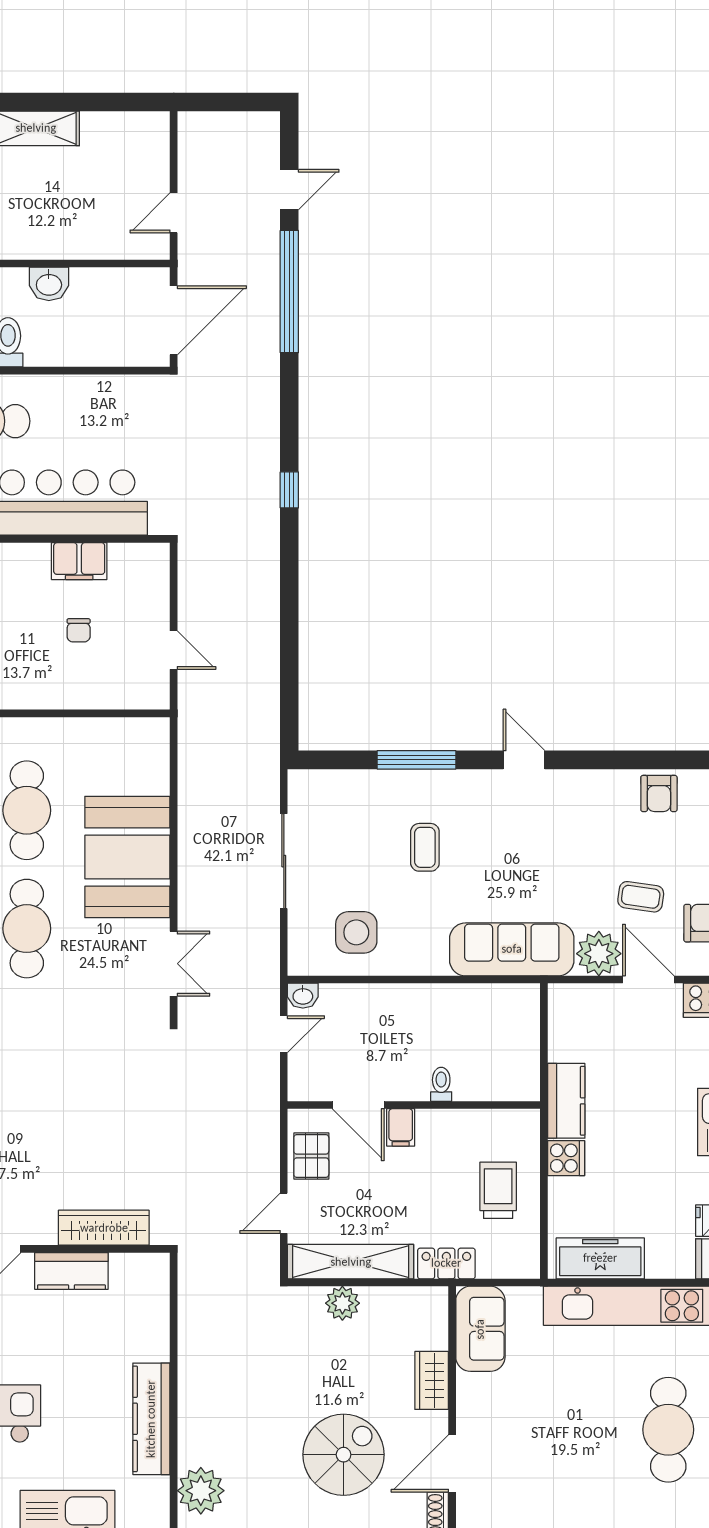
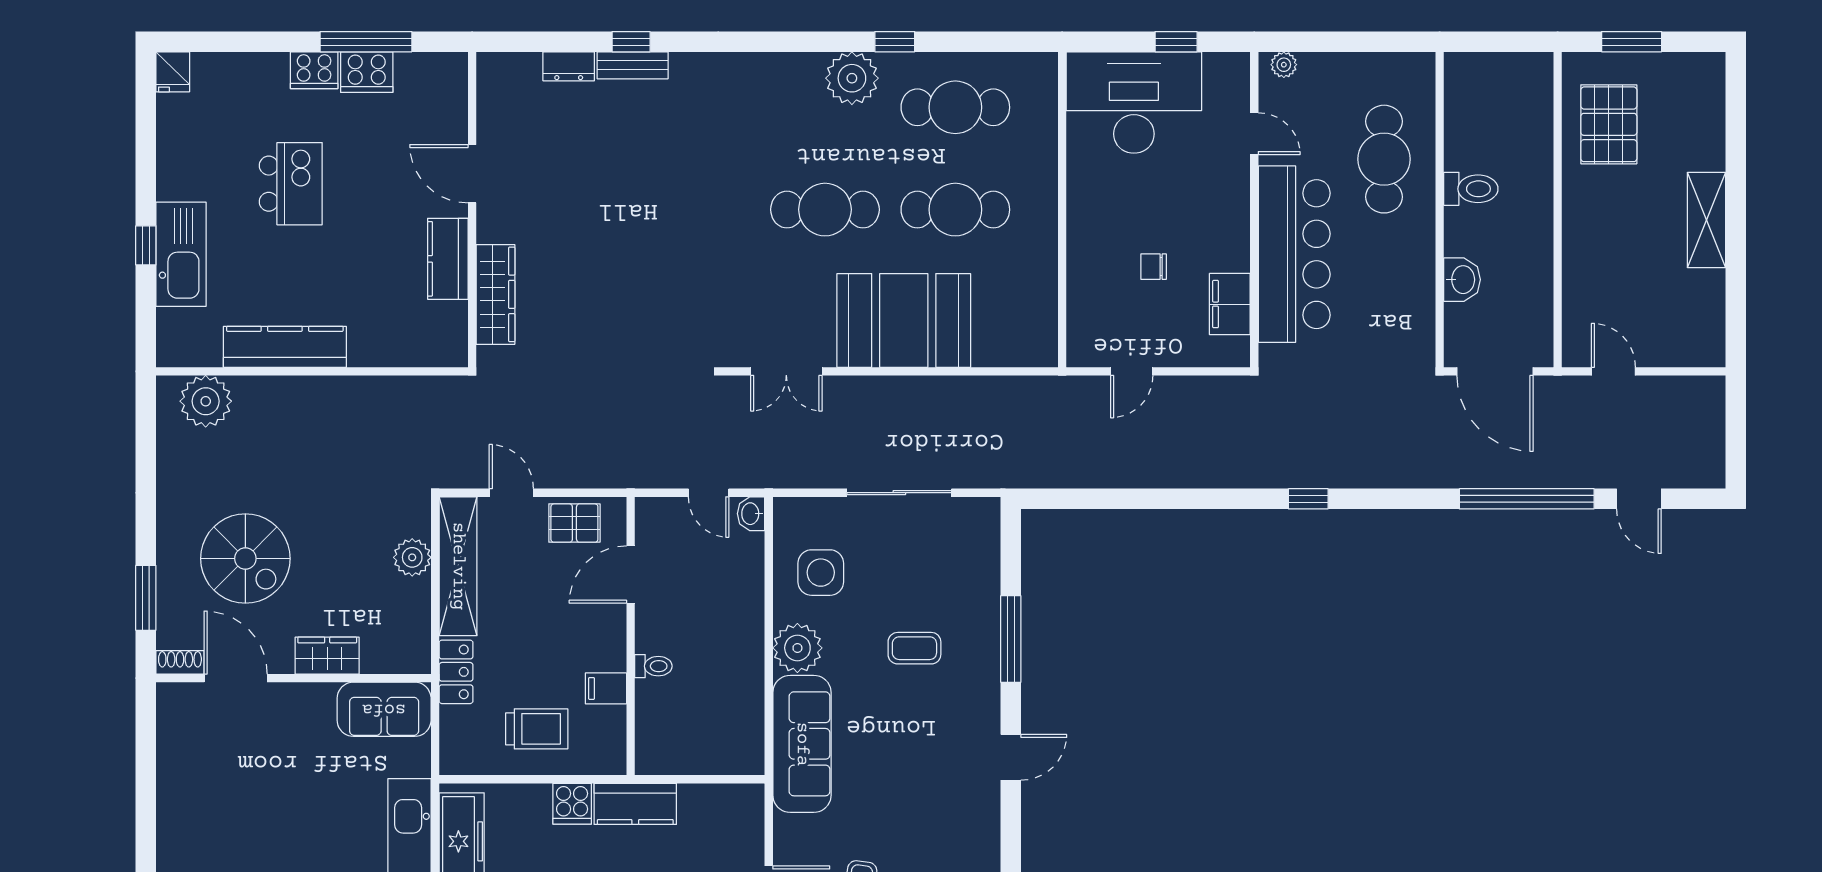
washbasin: (49, 284) -> (1462, 280), moved, turned 180
filing cabinet: (79, 561) -> (1230, 304), moved
plant: (599, 954) -> (797, 648), moved
filing cabinet: (401, 1127) -> (606, 688), moved

